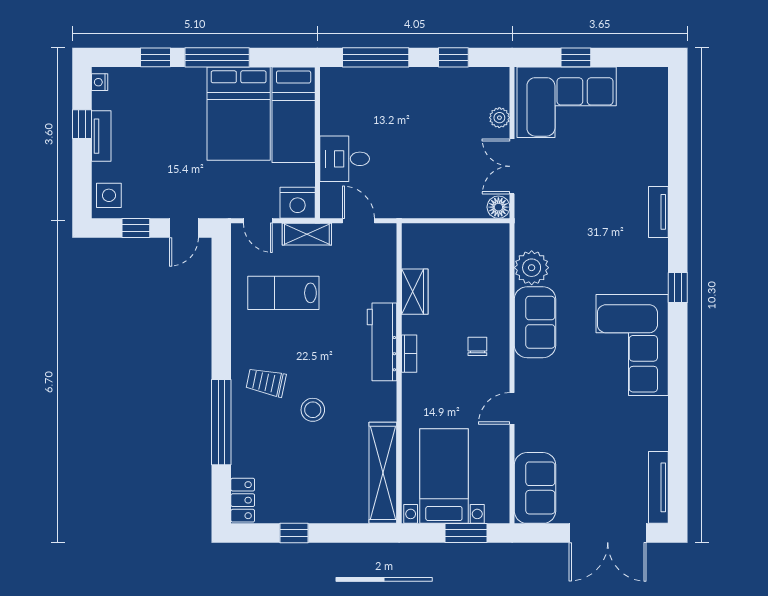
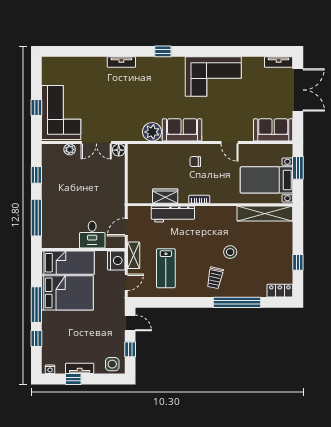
workbench: (382, 342) -> (173, 214), moved
corner sofa: (632, 345) -> (213, 77), moved
tv unit: (658, 487) -> (279, 62), width x0.71

